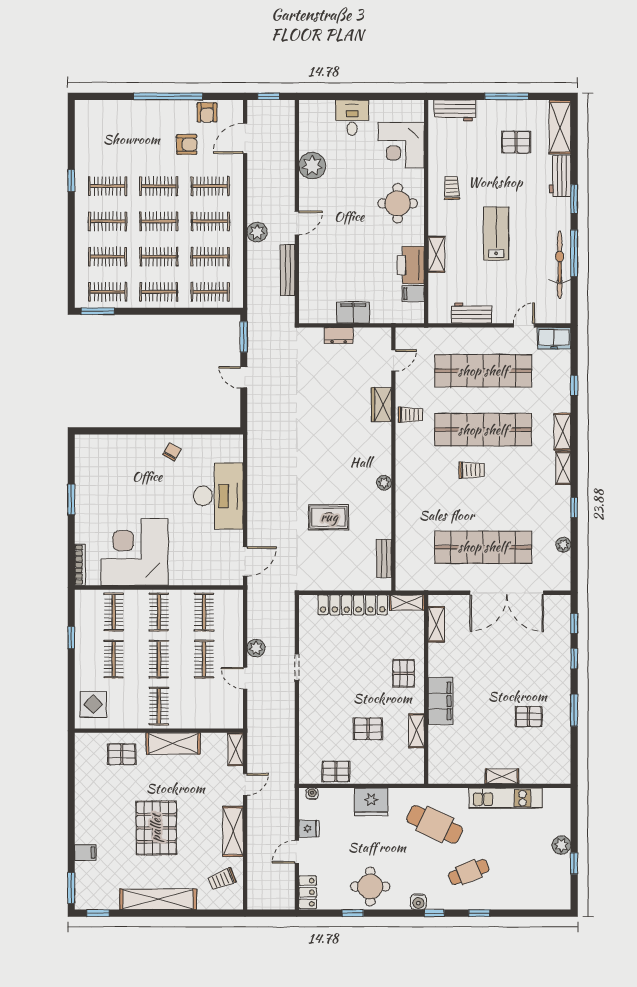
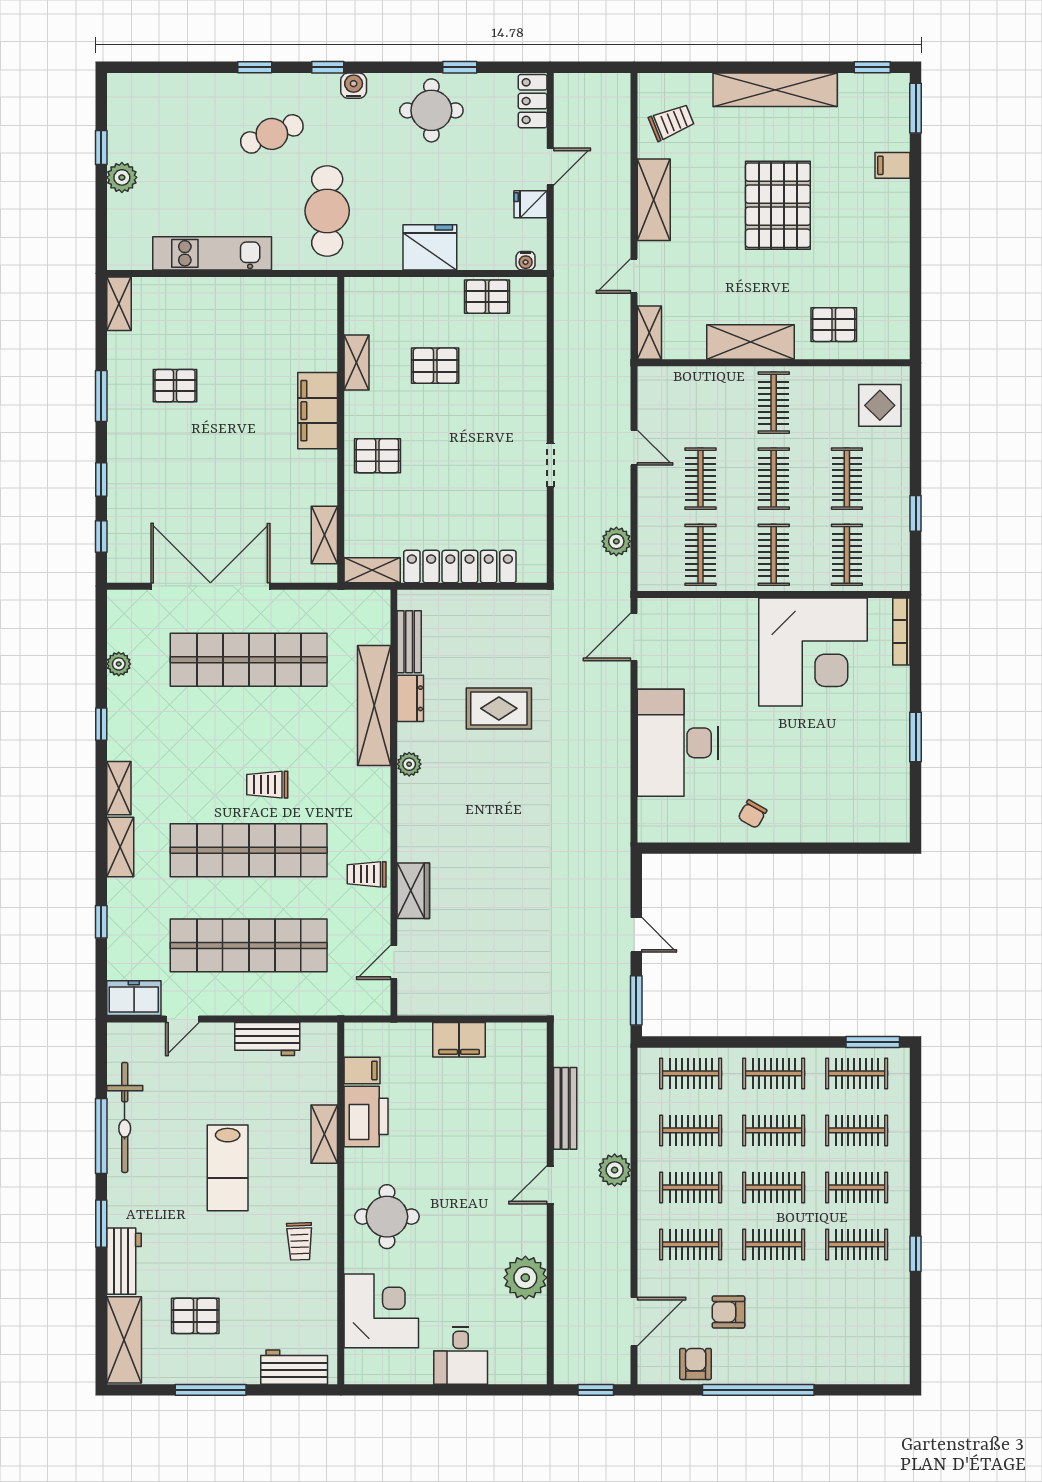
dresser: (339, 335) -> (410, 698), moved, turned 90
shelving: (406, 519) -> (374, 705), added
plant: (256, 648) -> (616, 541), moved
pallet: (404, 673) -> (377, 456), turned 90
shelving: (502, 776) -> (119, 304), moved, turned 90
cafe table: (435, 824) -> (327, 211), turned 65

